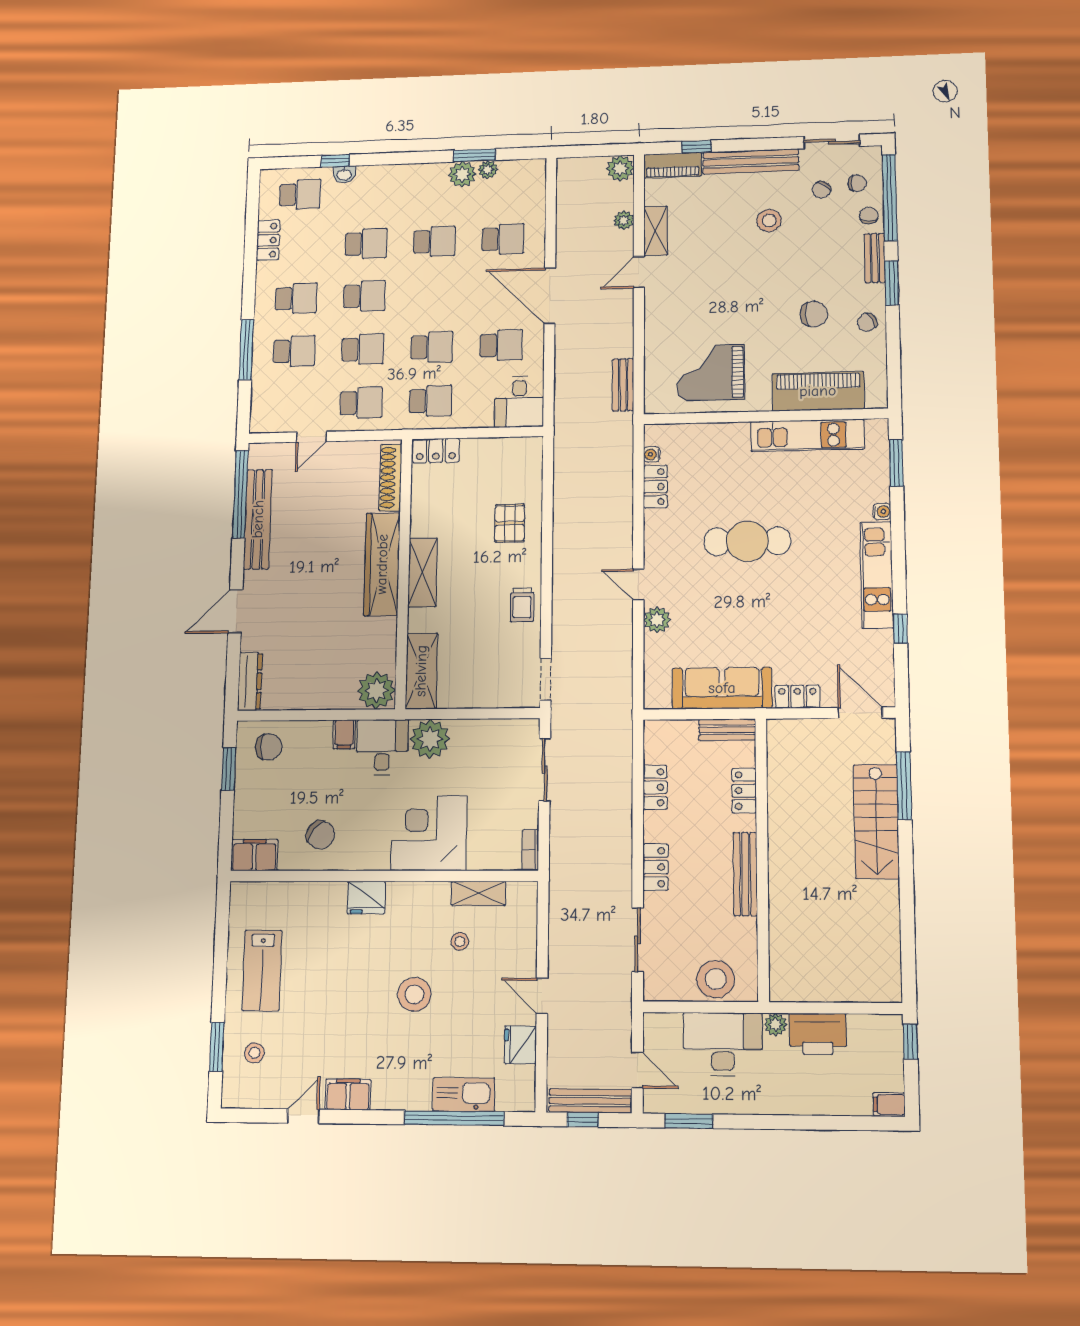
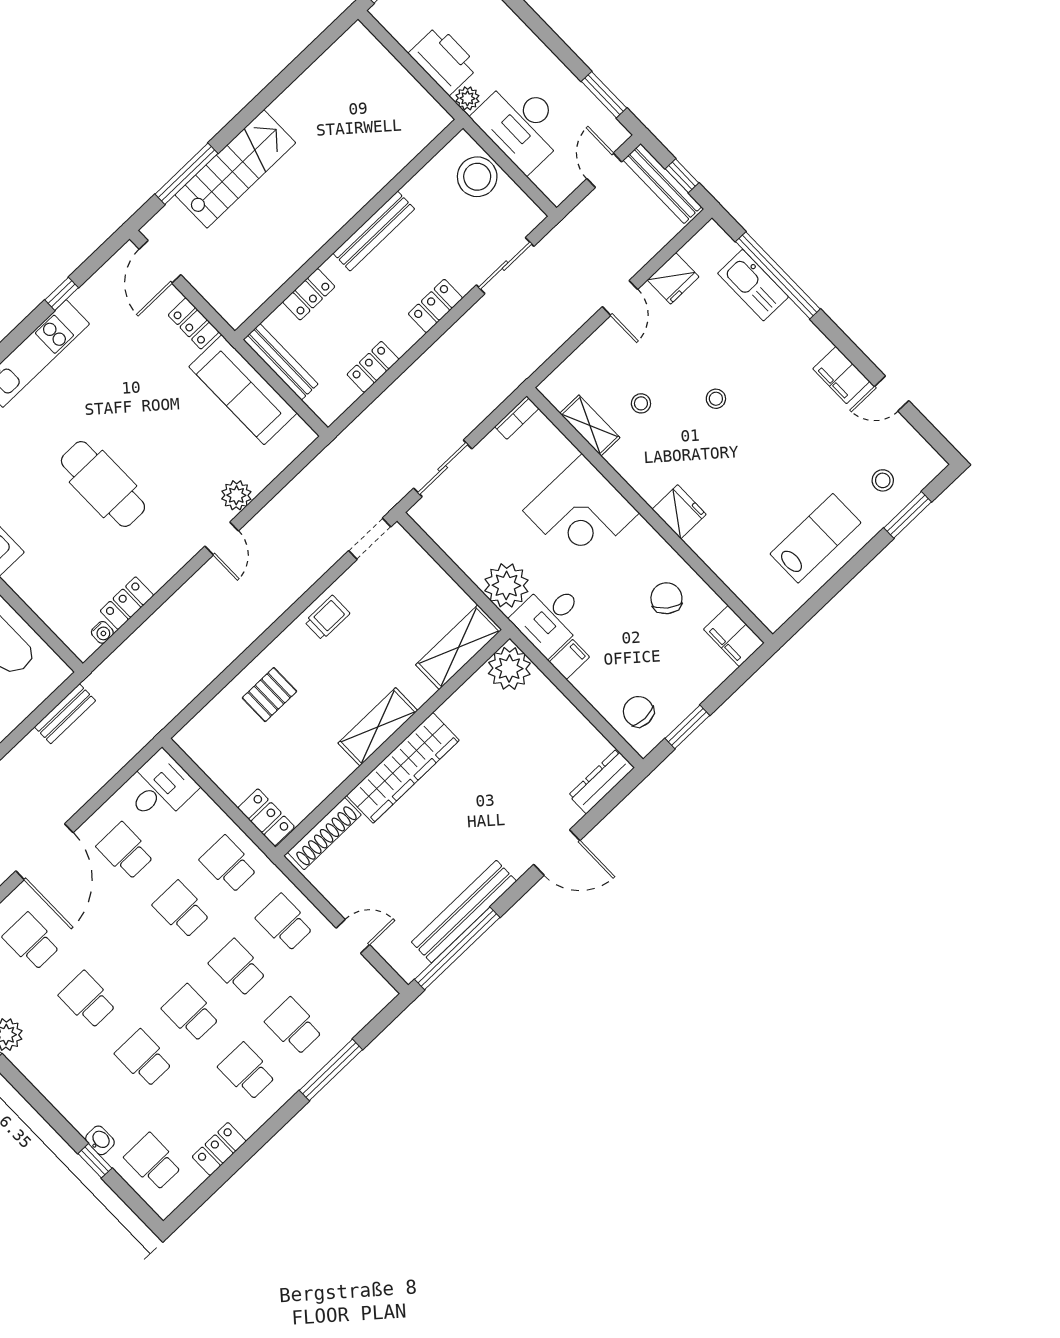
bench: (727, 730) -> (280, 362), width x1.36
stool: (414, 994) -> (716, 399), width x0.53, depth x0.53

